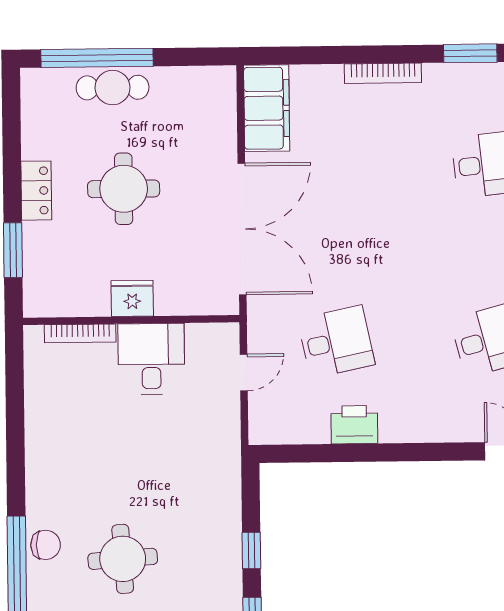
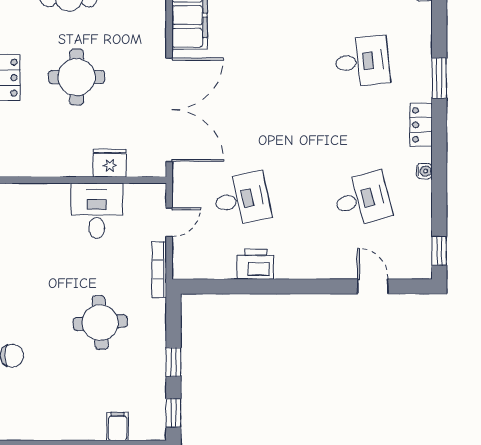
fridge: (132, 298) -> (110, 163), moved
bookcase: (80, 333) -> (159, 270), moved, turned 90
round table: (123, 559) -> (100, 323), moved

